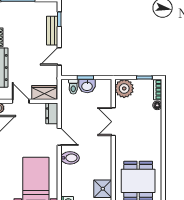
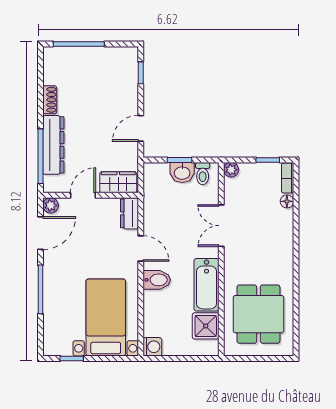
bench: (52, 31) -> (130, 90), removed
toilet: (73, 87) -> (203, 174), moved
plant: (124, 88) -> (231, 170), width x0.53, depth x0.53
door: (21, 101) -> (83, 195), hinge flipped
bathtub: (103, 161) -> (207, 285), added

